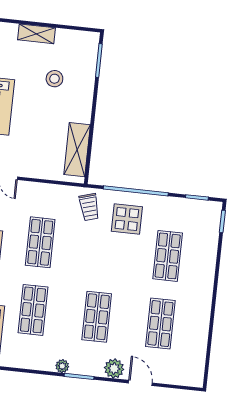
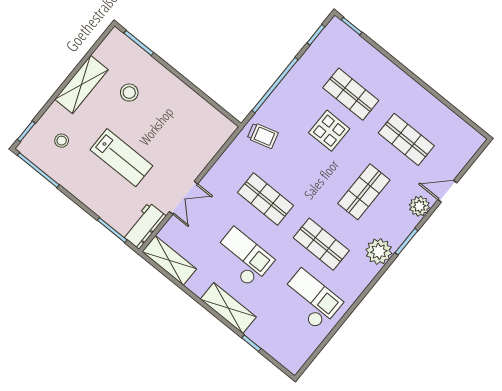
shelving: (36, 34) -> (81, 84), width x1.50, depth x1.33
shelving: (77, 150) -> (205, 113), removed
display table: (127, 219) -> (329, 131), moved
shop shelf: (97, 317) -> (364, 192), turned 90
plant: (62, 366) -> (379, 251), width x1.87, depth x1.87

